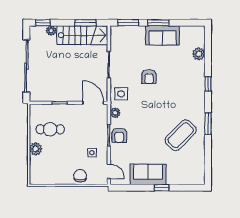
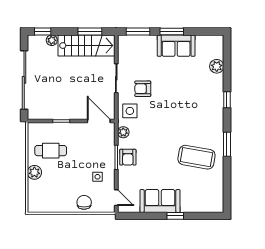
armchair: (149, 77) -> (143, 89), moved, turned 90
coffee table: (181, 135) -> (196, 157), turned 55

